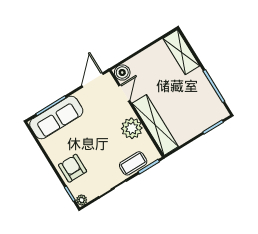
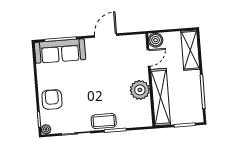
boiler: (122, 73) -> (156, 40), moved
door: (124, 93) -> (149, 58), moved
wall: (137, 113) -> (150, 80), moved
shelving: (155, 125) -> (161, 97), moved
plant: (132, 128) -> (140, 90), moved

